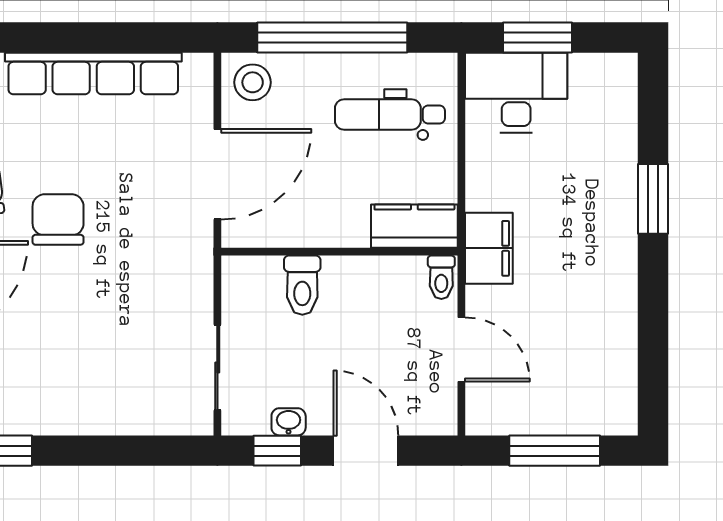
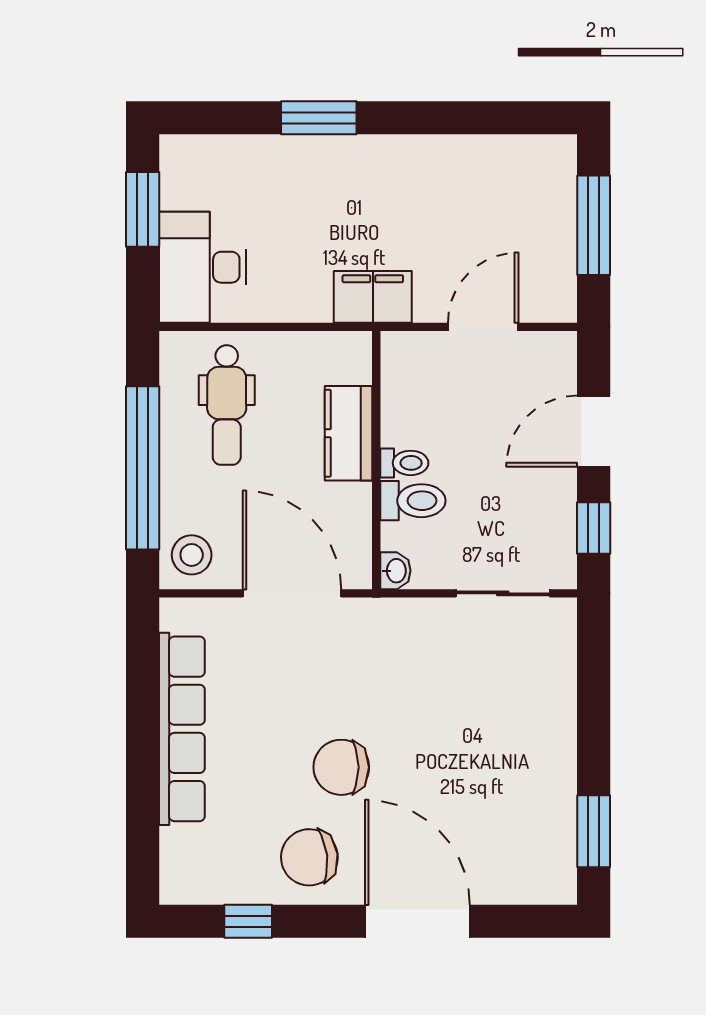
window: (538, 38) -> (143, 209), moved
kitchen counter: (414, 226) -> (349, 433), moved
toilet: (441, 277) -> (404, 463), moved
washbasin: (289, 422) -> (395, 571), moved, turned 180

